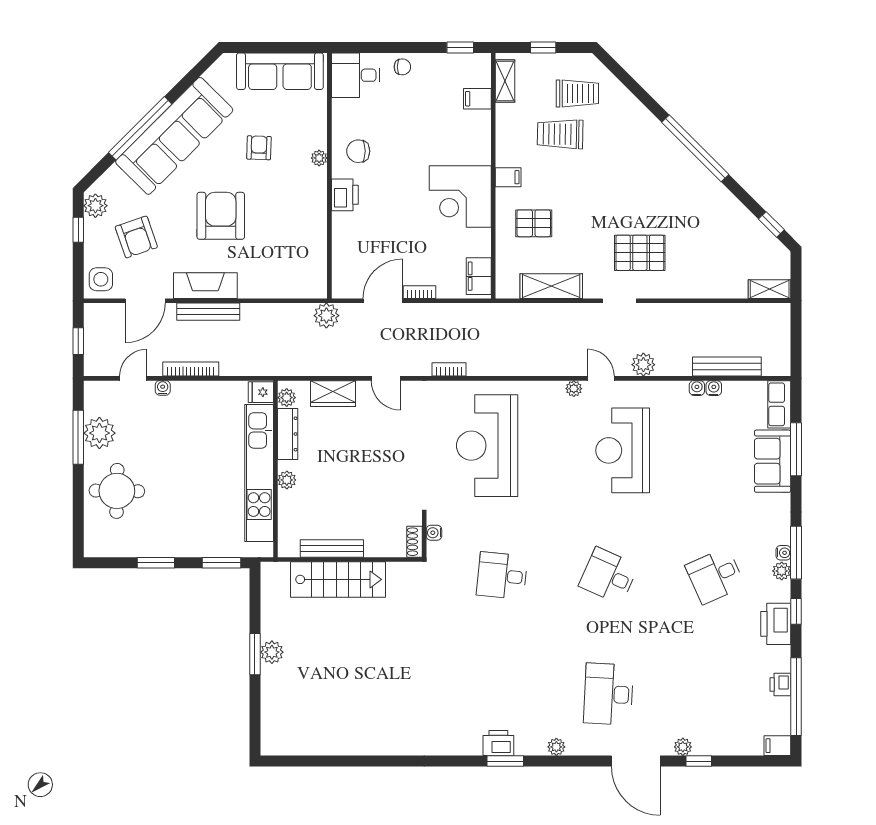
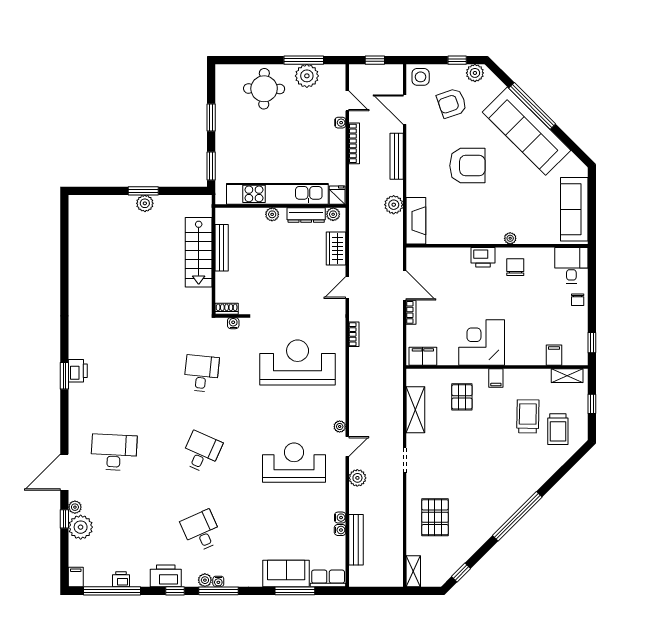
armchair: (259, 148) -> (518, 194), removed
pallet: (640, 253) -> (435, 517), moved
fireplace: (205, 286) -> (416, 221), moved
plant: (326, 316) -> (394, 205), moved
plant: (556, 747) -> (81, 527), moved, width x1.87, depth x1.87

